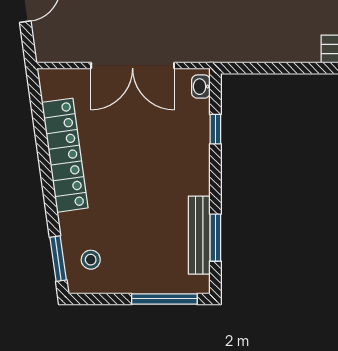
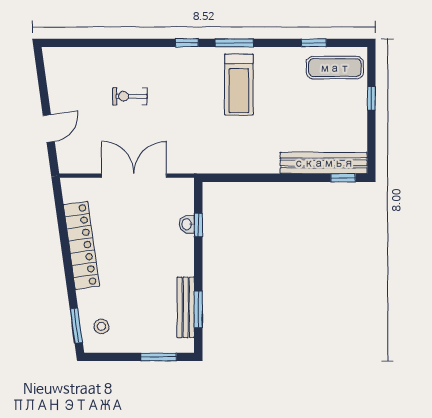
double door: (133, 65) -> (134, 176), swing flipped
washbasin: (201, 87) -> (187, 224), moved
window: (164, 299) -> (159, 357), width x0.69

